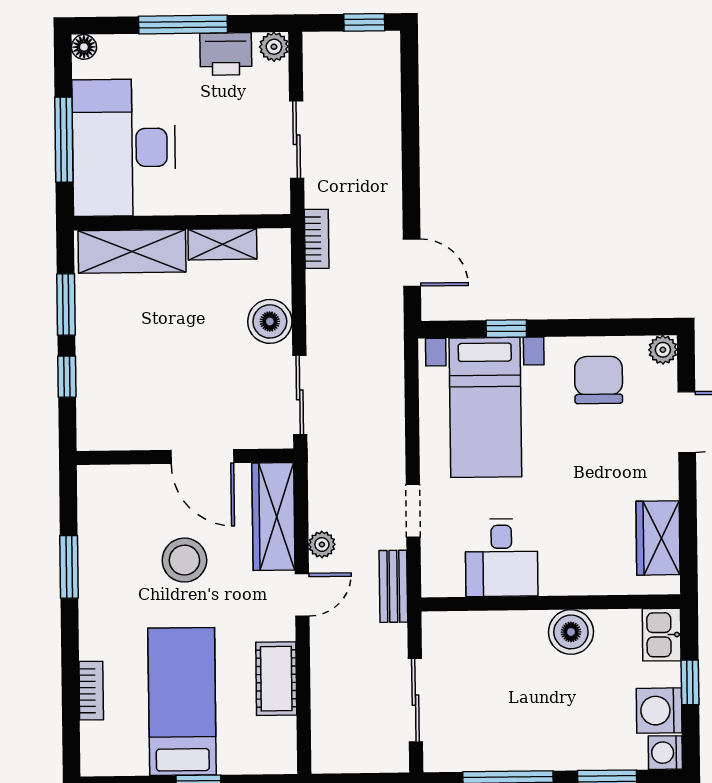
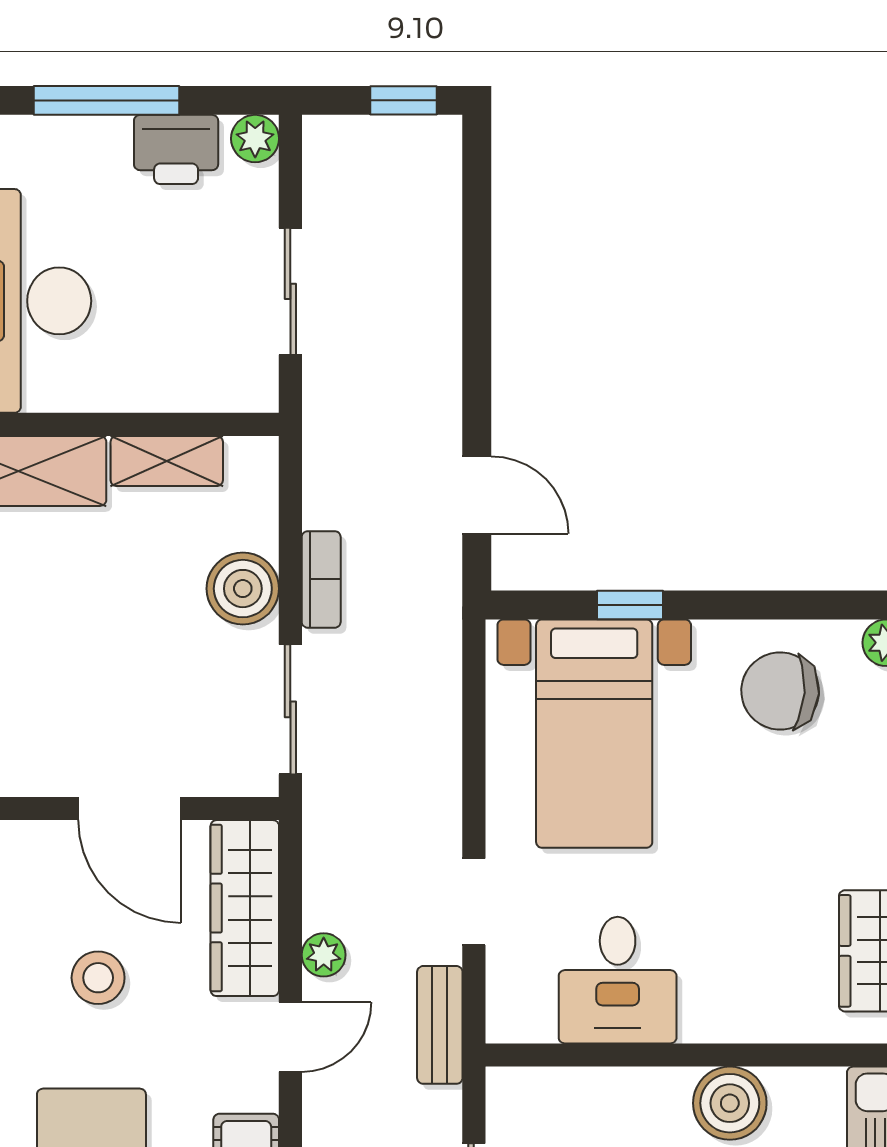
bookcase: (317, 239) -> (321, 579), moved
chair: (599, 380) -> (780, 691), turned -86
stool: (184, 560) -> (98, 978), width x0.73, depth x0.73

